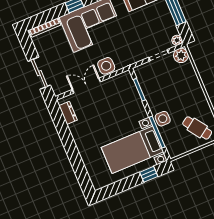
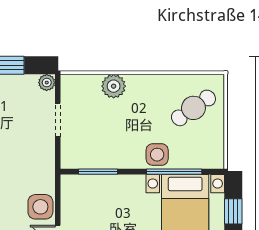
plant: (181, 55) -> (114, 86), moved

